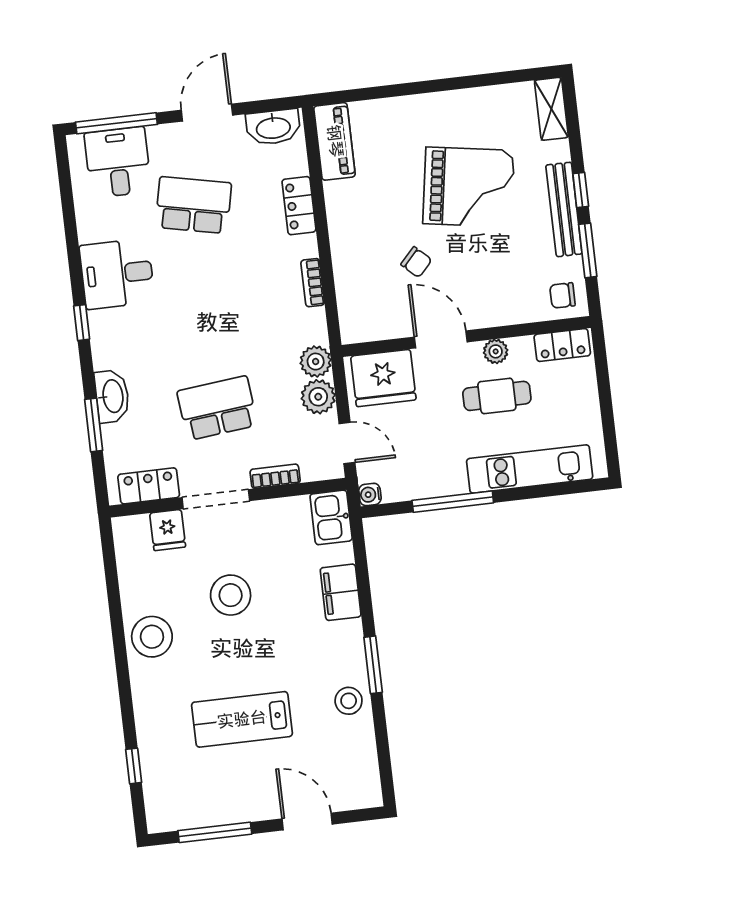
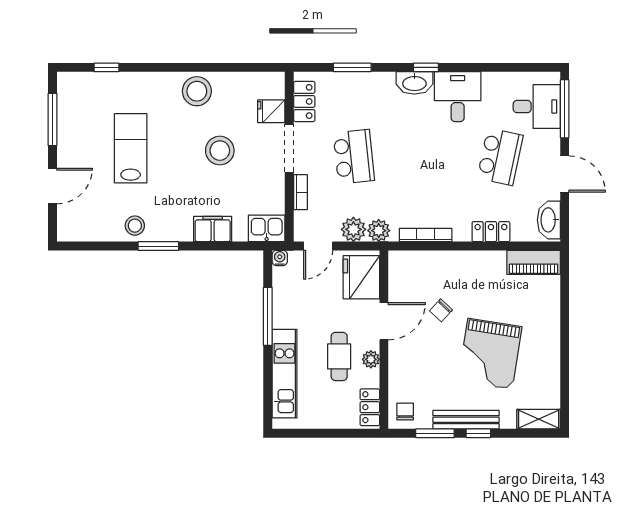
bookcase: (313, 283) -> (426, 235), width x1.56
washbasin: (112, 396) -> (414, 83), moved

